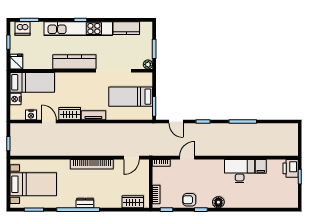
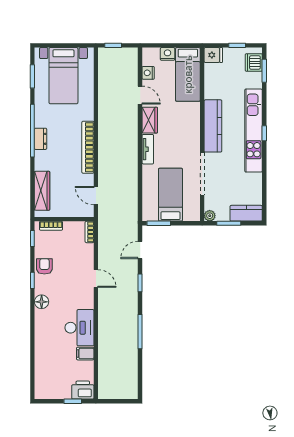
kitchen counter: (126, 28) -> (246, 213), moved, turned 90
door: (49, 122) -> (140, 95), hinge flipped
door: (187, 158) -> (96, 279), moved
wardrobe: (133, 202) -> (42, 191), width x1.50

